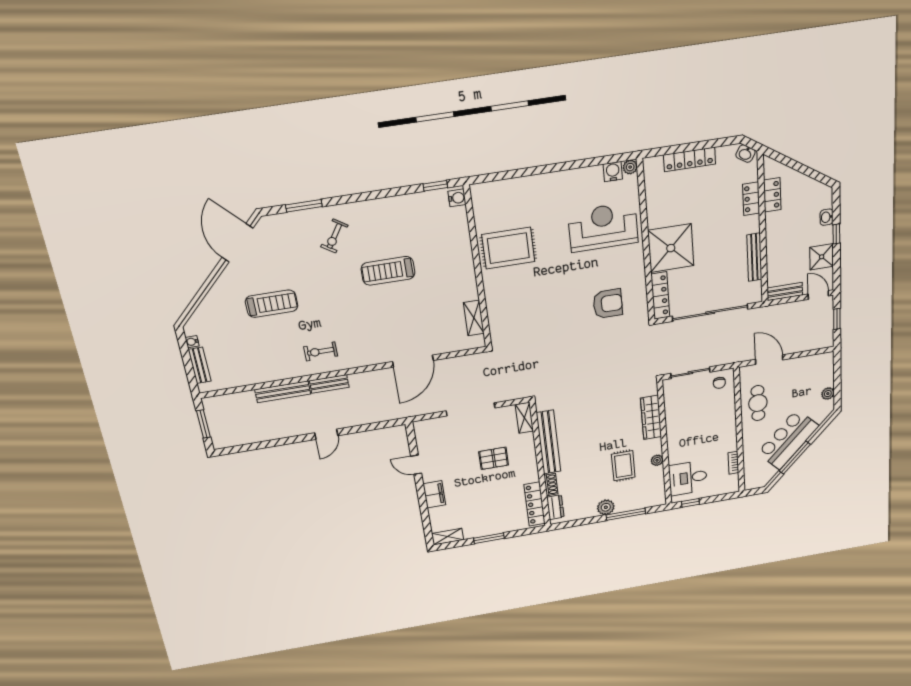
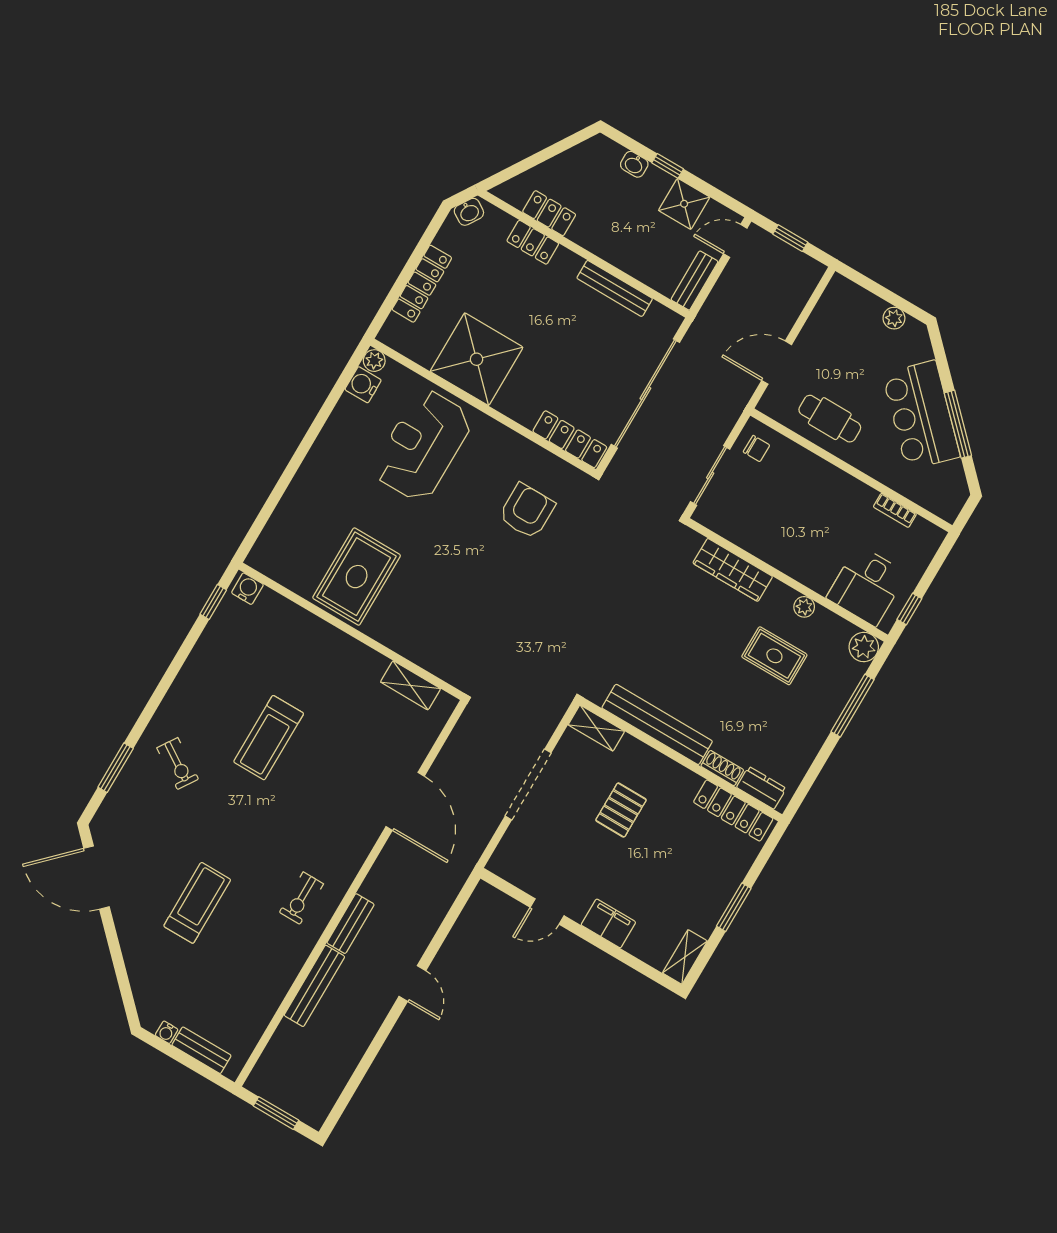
shower: (671, 248) -> (477, 359), moved
plant: (606, 507) -> (864, 647), moved

